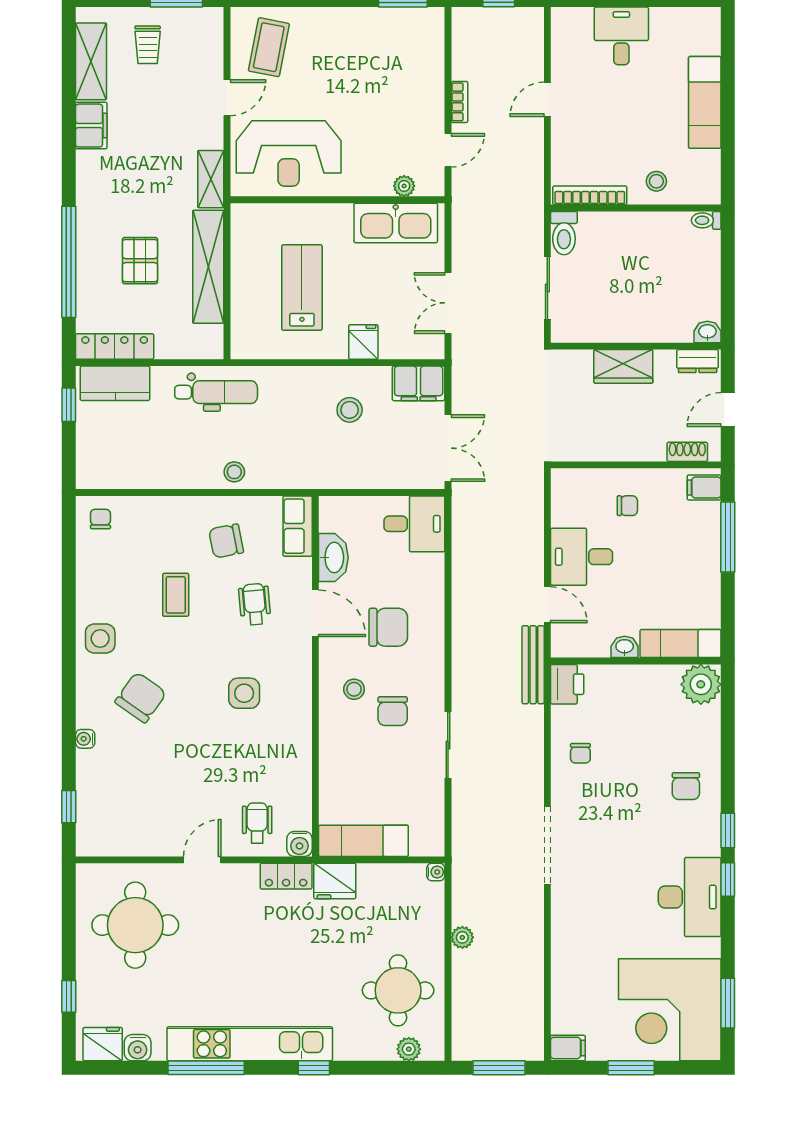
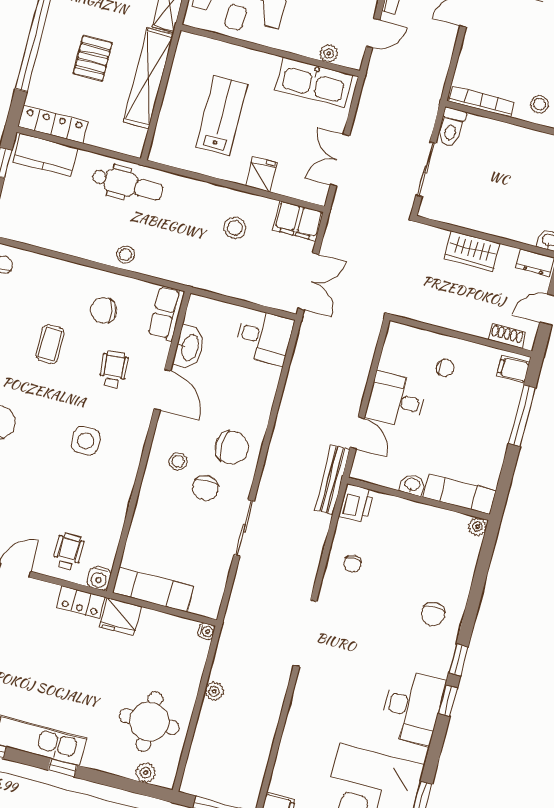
chair: (388, 627) -> (232, 447), moved
plant: (701, 684) -> (477, 527), width x0.53, depth x0.53

